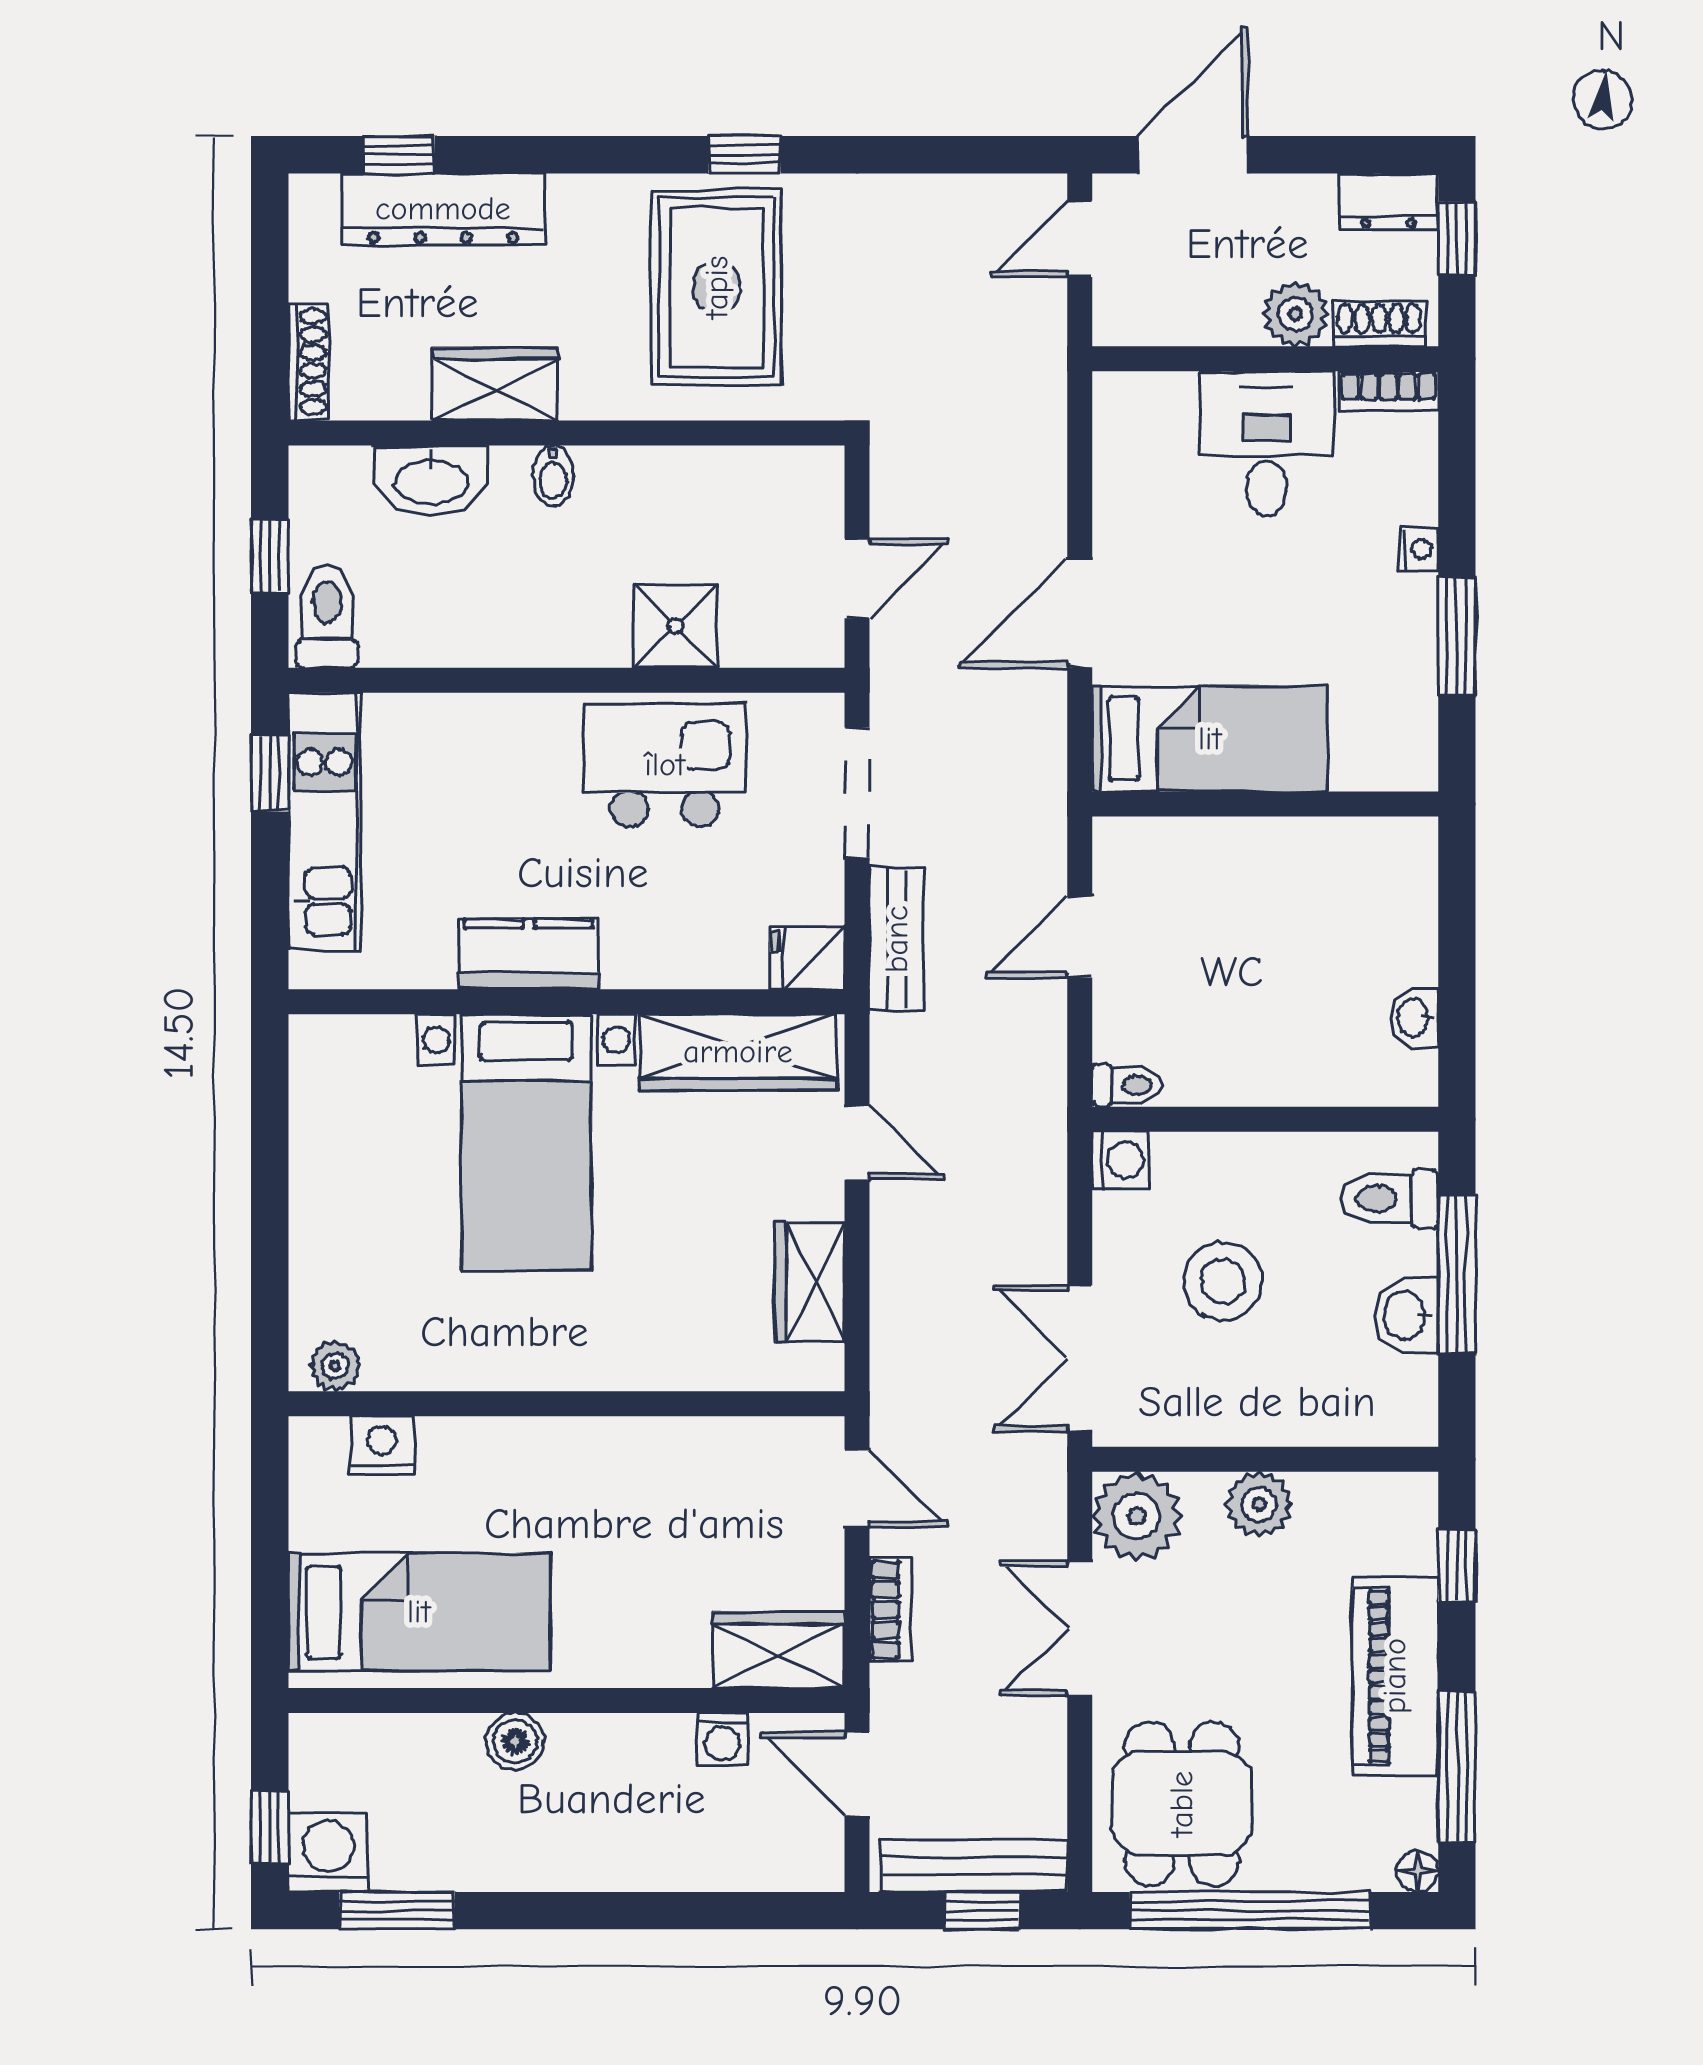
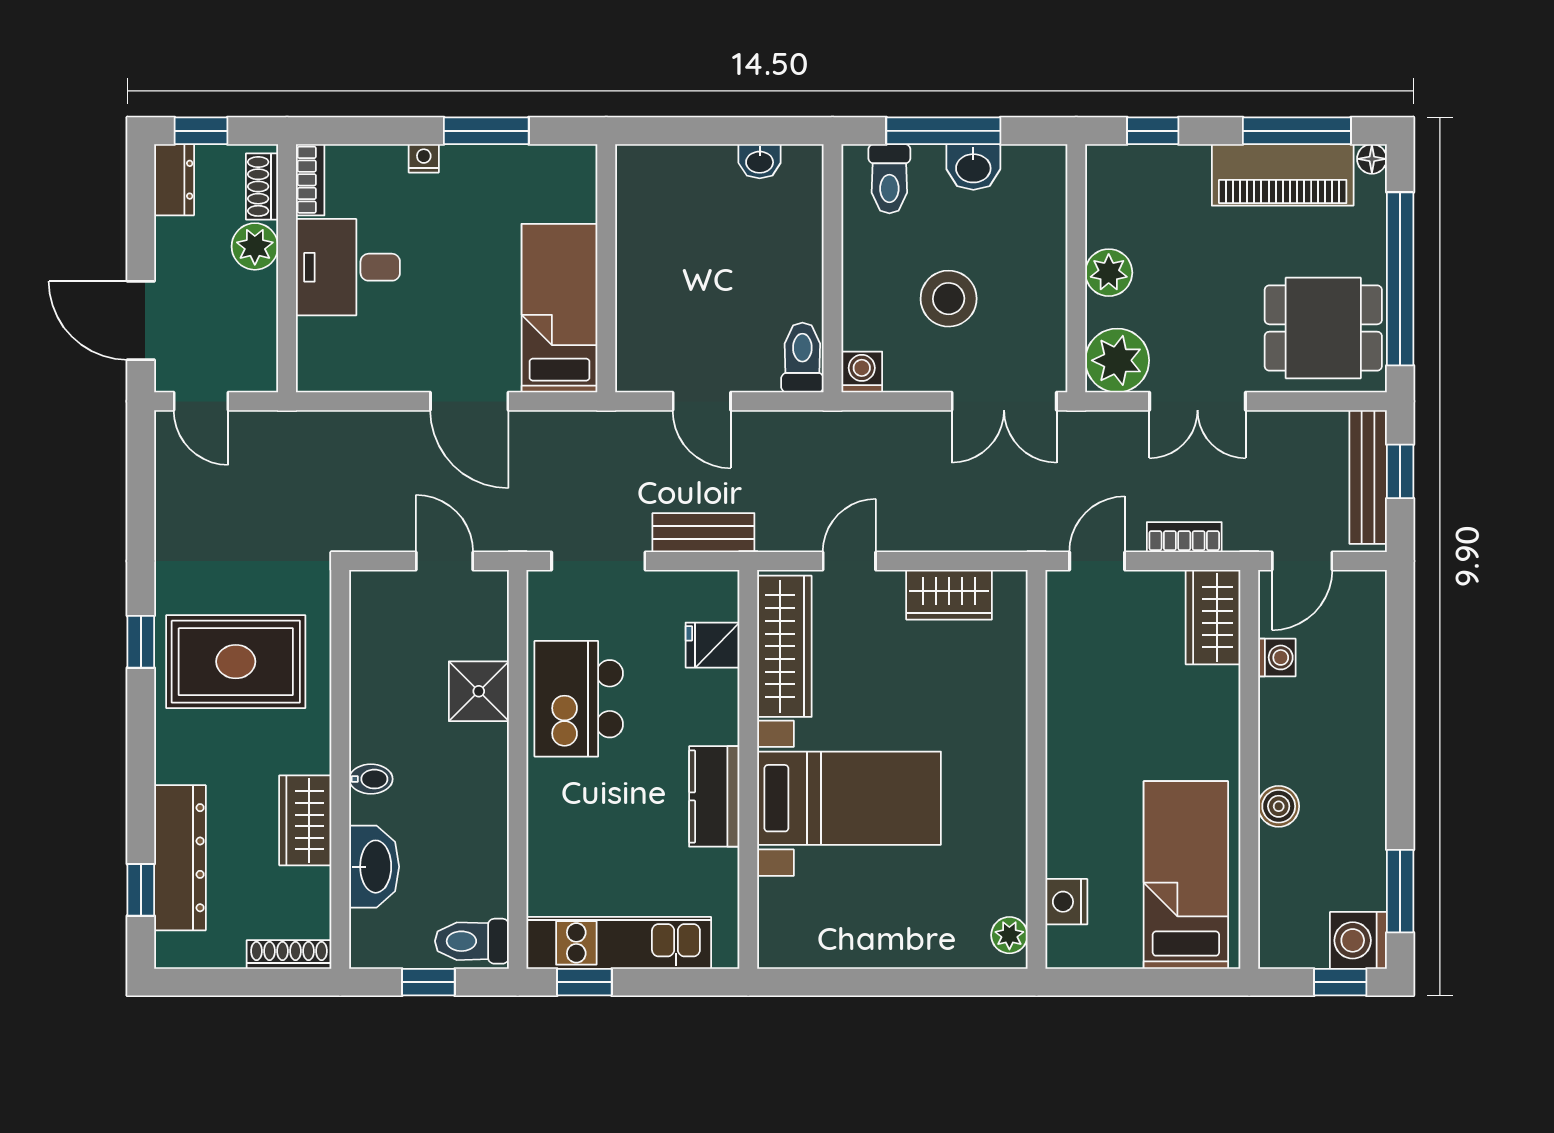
fridge: (807, 958) -> (712, 645), moved, turned 90
toilet: (1127, 1085) -> (802, 357), width x1.37, depth x1.39
piano: (1395, 1676) -> (1283, 175), moved

